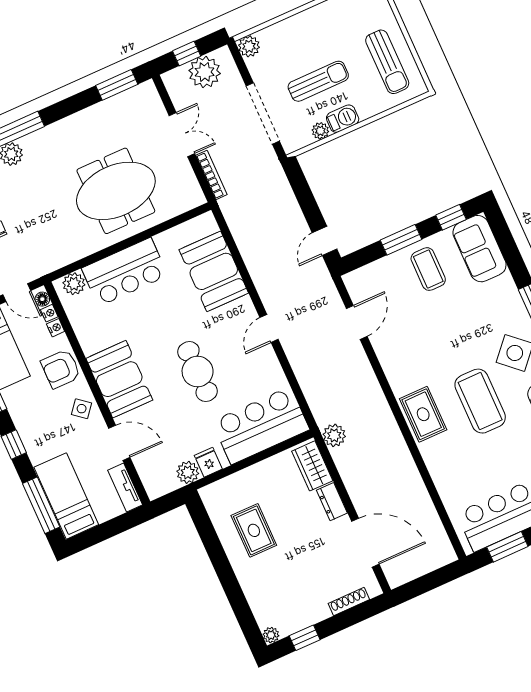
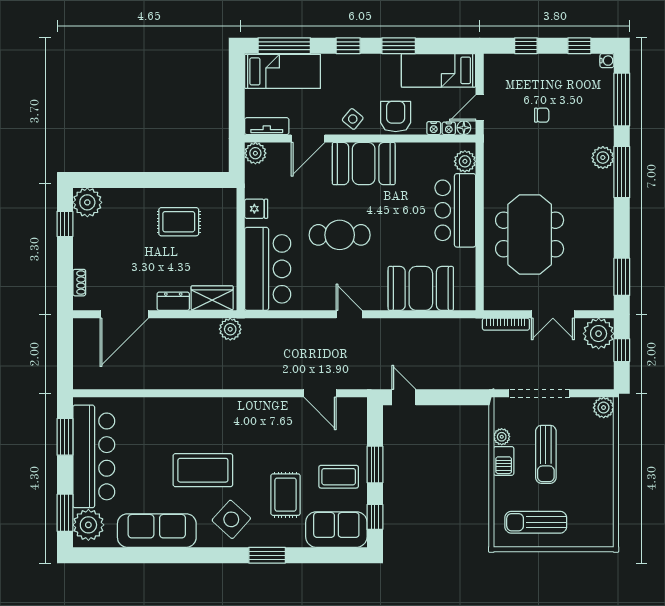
plant: (205, 72) -> (599, 334), moved
rug: (423, 414) -> (286, 495), moved, turned 90
plant: (188, 472) -> (255, 153), moved
shoe rack: (349, 601) -> (79, 283), width x0.70
plant: (271, 635) -> (87, 202), width x1.88, depth x1.88

